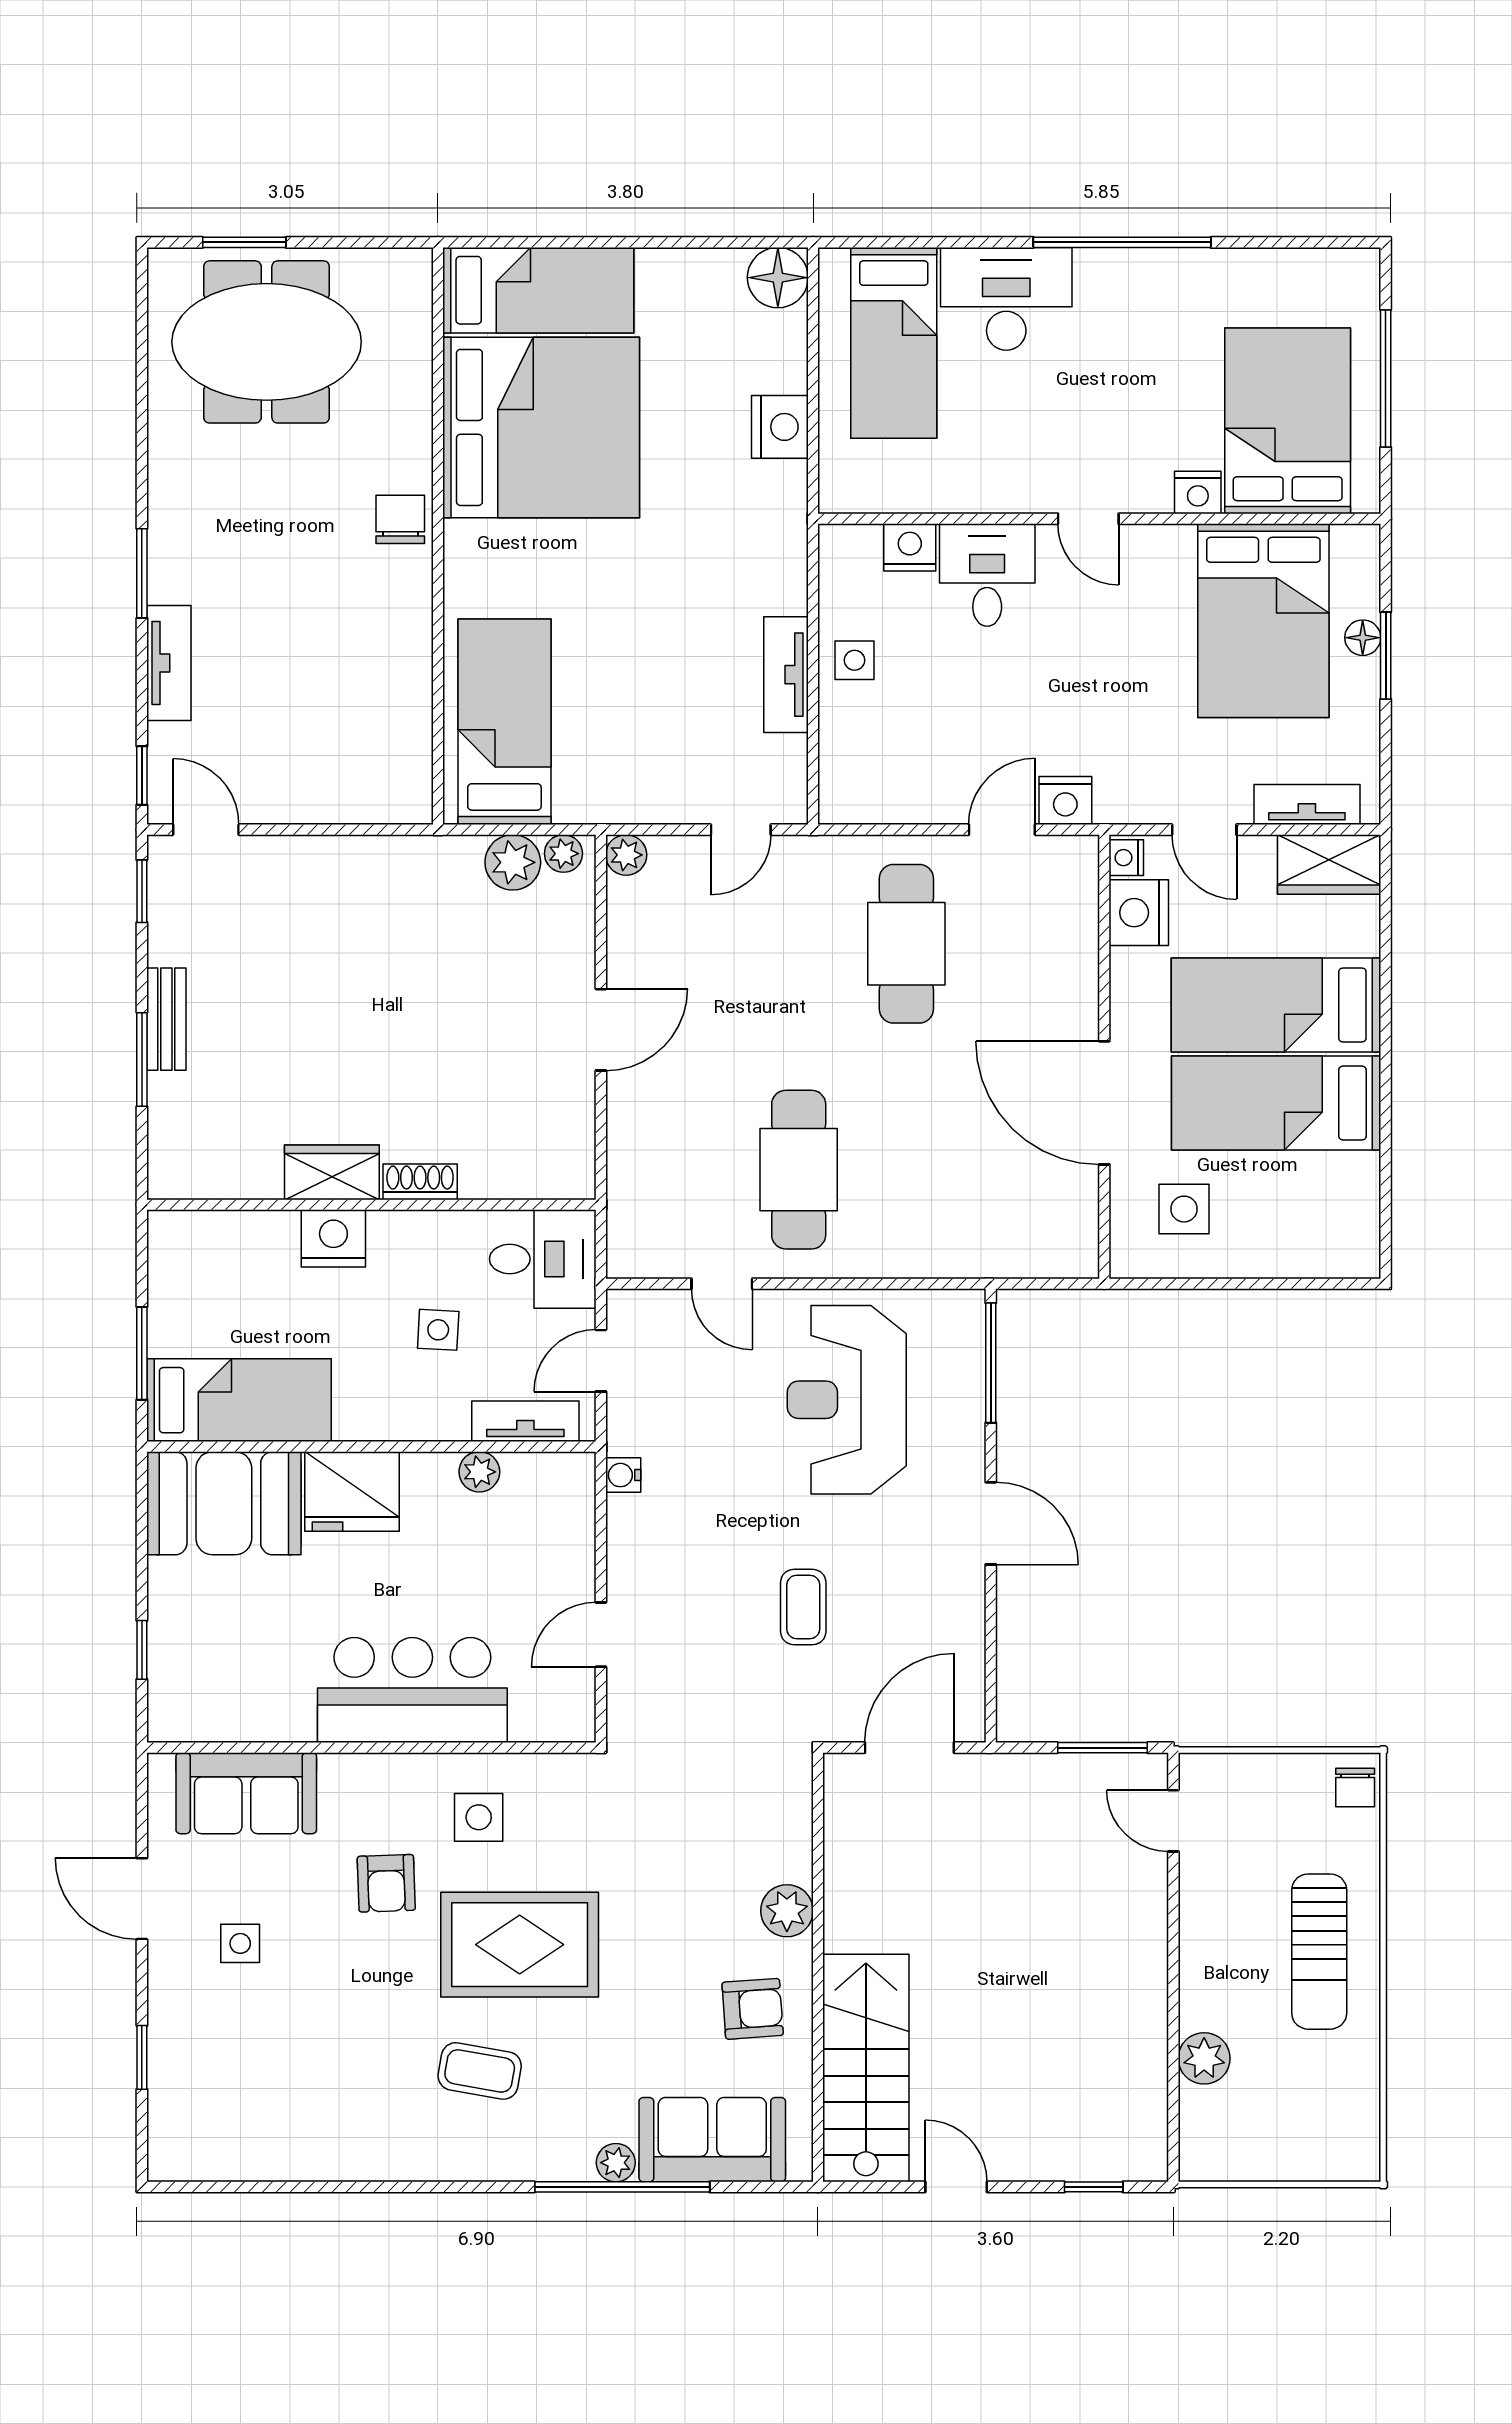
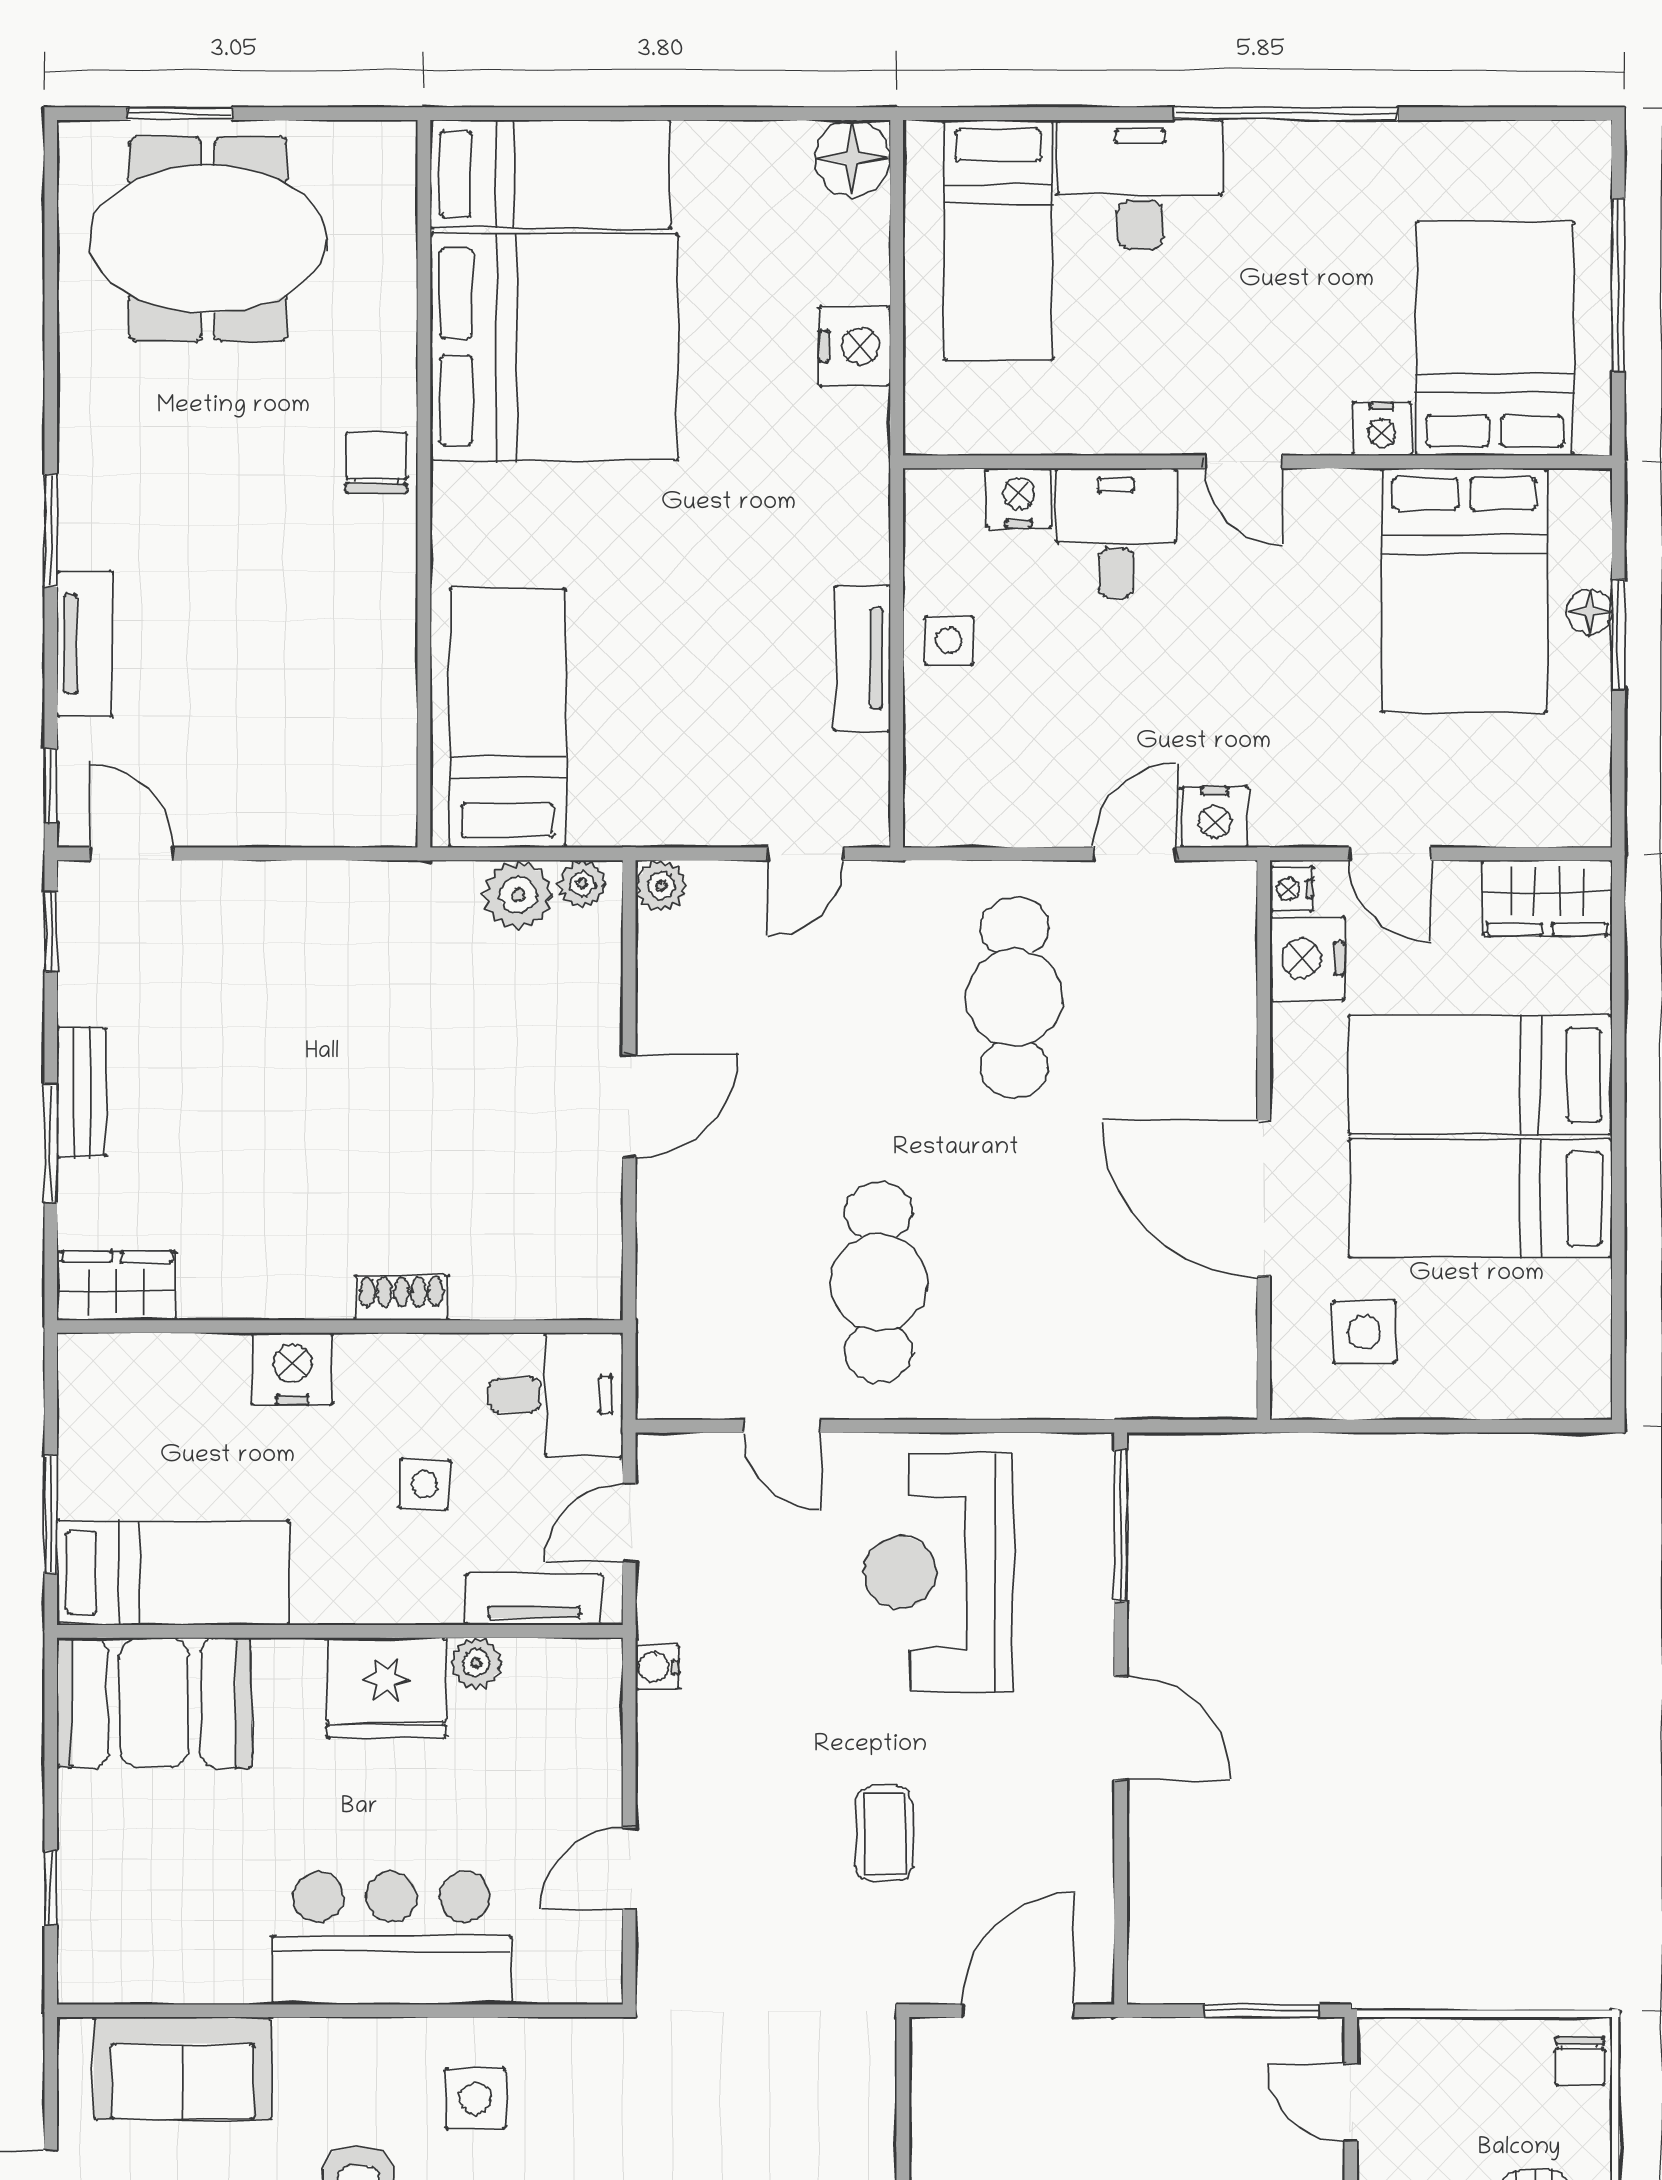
tv unit: (1307, 805) -> (1519, 822), removed
wardrobe: (332, 1172) -> (117, 1286), moved
fridge: (352, 1491) -> (386, 1688), moved

